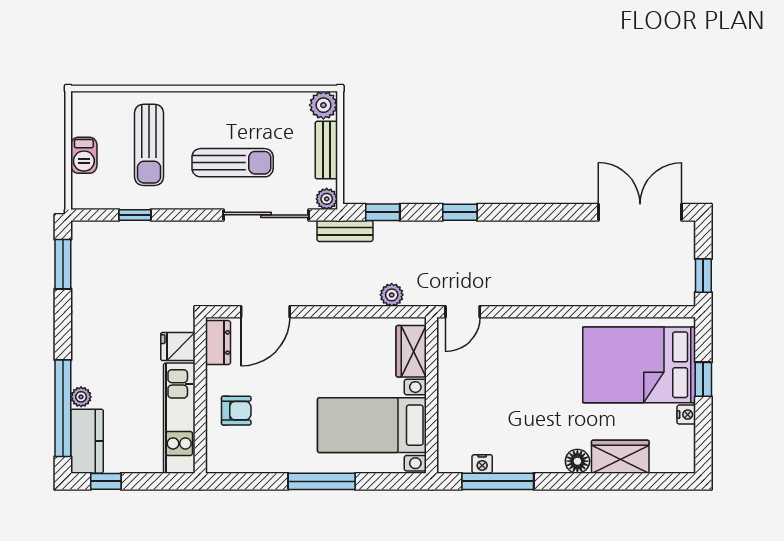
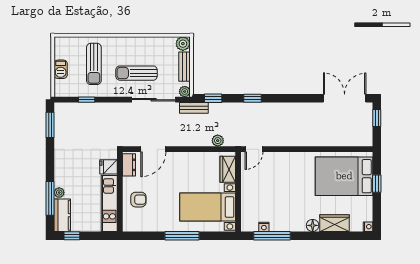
sun lounger: (233, 163) -> (137, 73), turned 180
window: (703, 276) -> (377, 118), moved
window: (63, 408) -> (50, 198), width x0.68
nightstand: (686, 415) -> (368, 227), moved

